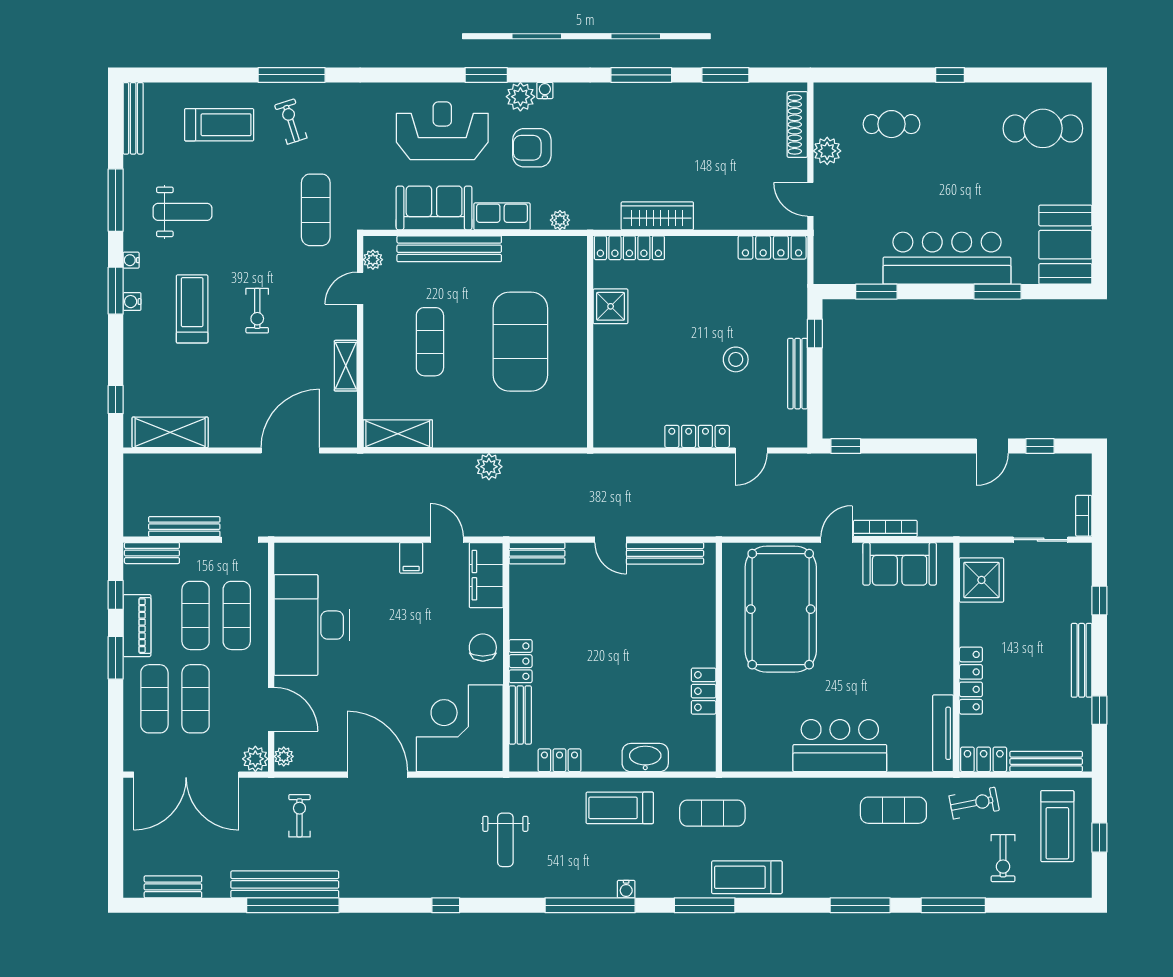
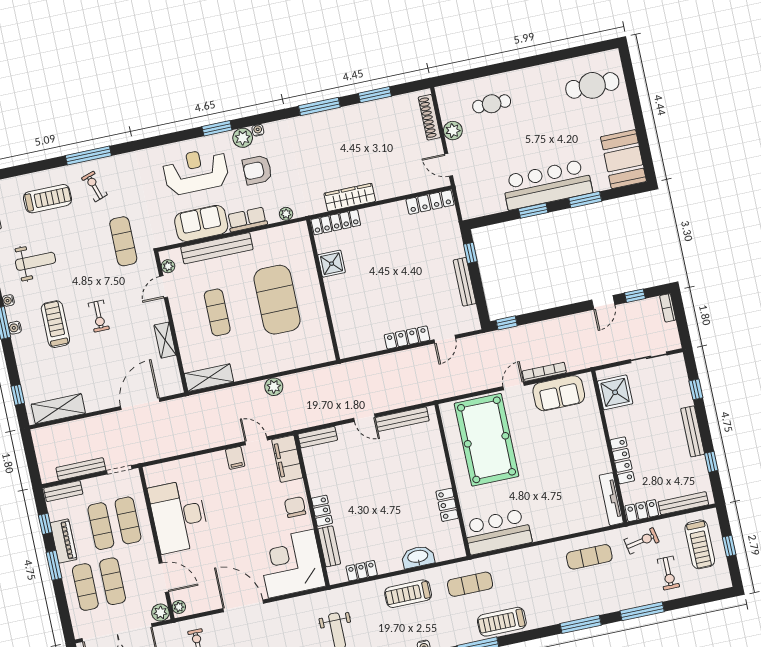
window: (950, 75) -> (523, 63), removed
window: (876, 292) -> (533, 211), moved
stool: (736, 359) -> (422, 281), removed
bookcase: (1084, 516) -> (668, 308), moved
bar counter: (840, 746) -> (498, 532), moved

